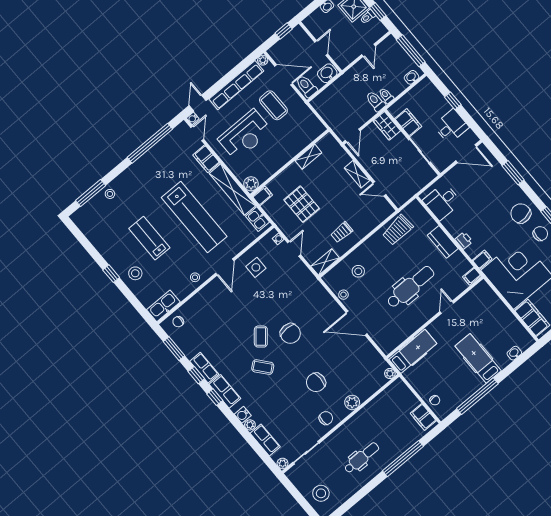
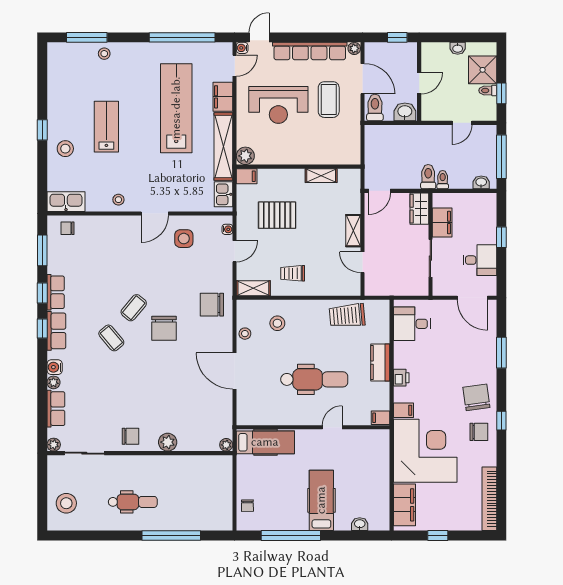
pallet: (302, 204) -> (277, 215), turned 90
lab bench: (194, 217) -> (176, 108), moved, turned 180
chair: (316, 382) -> (212, 305), moved
filing cabinet: (423, 417) -> (223, 512), removed

